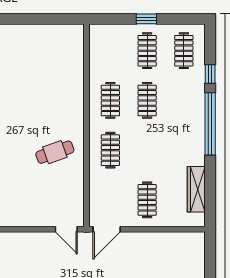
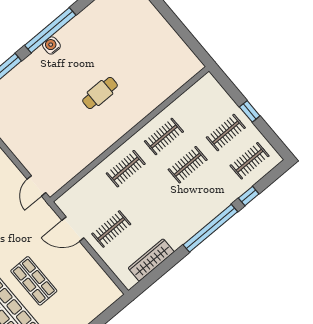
cafe table: (55, 152) -> (100, 93), moved, turned -71
door: (107, 229) -> (73, 229), moved

